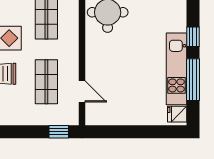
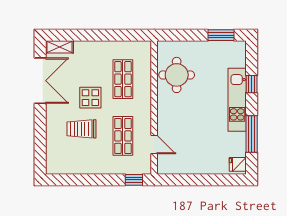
window: (193, 37) -> (252, 84), moved
kitchen unit: (176, 69) -> (237, 100), moved

